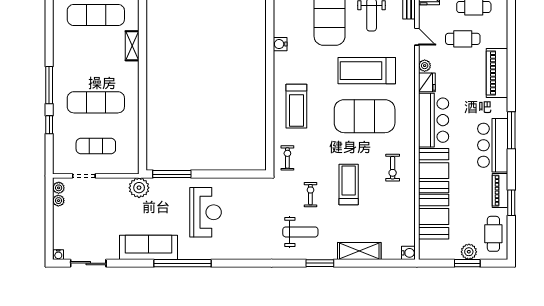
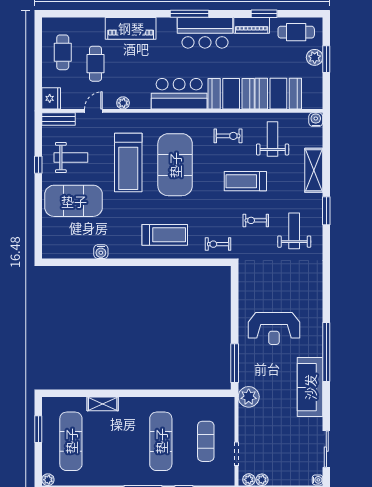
fridge: (427, 82) -> (140, 101), removed
weight bench: (390, 211) -> (273, 139), added
reception desk: (205, 212) -> (274, 328), turned 180

